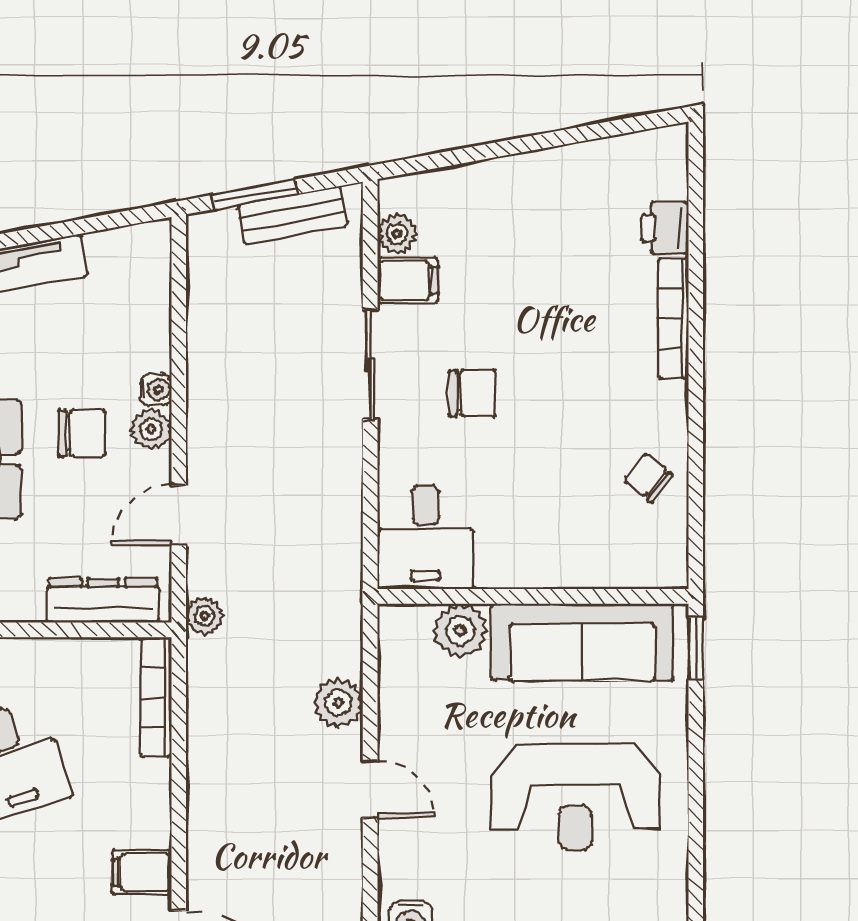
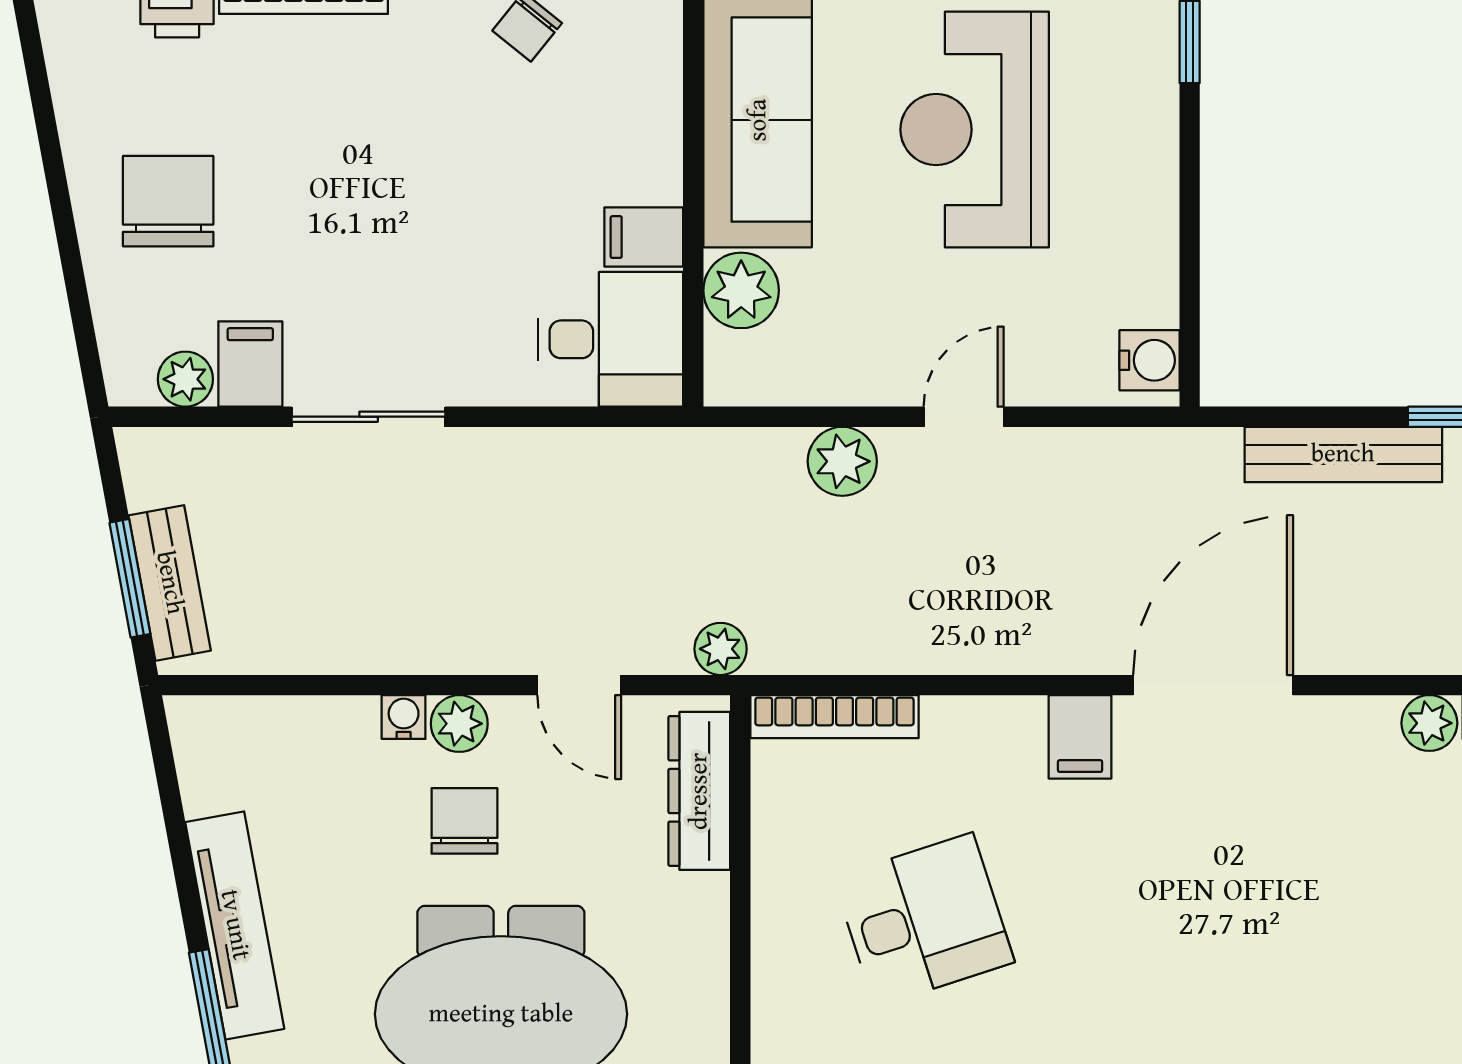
bench: (292, 215) -> (170, 583), moved
chair: (472, 393) -> (168, 201), moved, width x1.37, depth x1.37
filing cabinet: (498, 561) -> (644, 237), added
reception desk: (575, 797) -> (975, 130), turned 180

